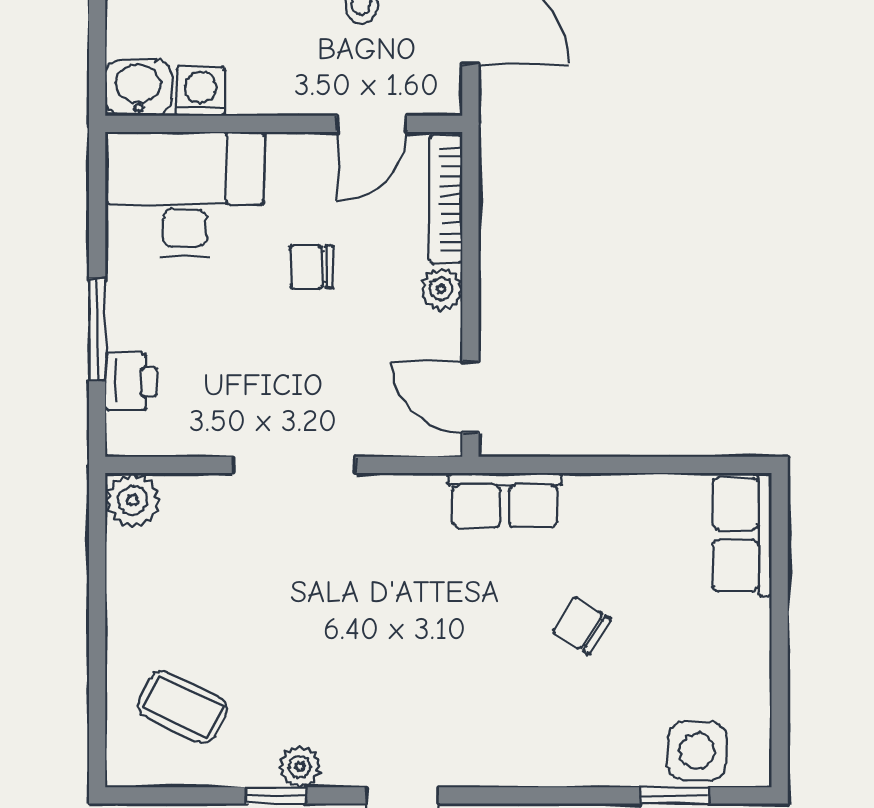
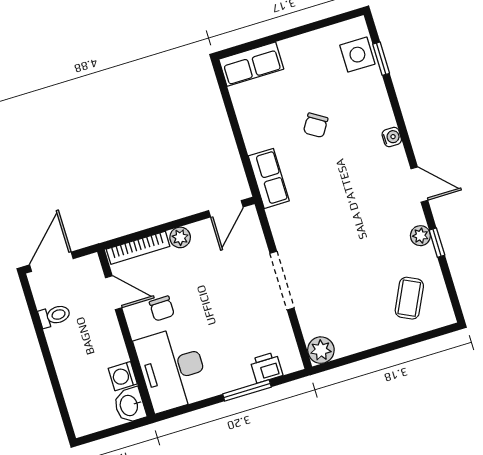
chair: (311, 267) -> (162, 308), moved
water cooler: (513, 769) -> (392, 137), added

